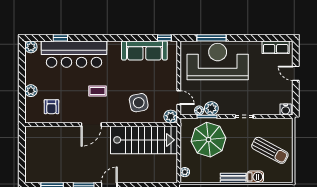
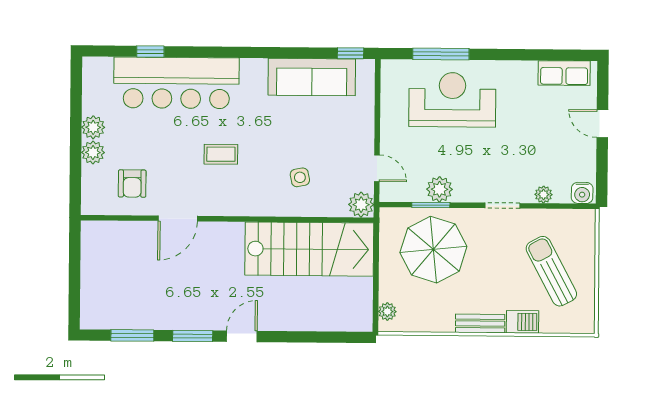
plant: (31, 47) -> (93, 127), moved
reception desk: (218, 62) -> (452, 100), width x0.74, depth x0.77
side table: (139, 103) -> (300, 177), width x0.54, depth x0.54
plant: (199, 110) -> (544, 195), moved
door: (91, 125) -> (178, 218), moved
sun lounger: (270, 150) -> (551, 271), turned -146

